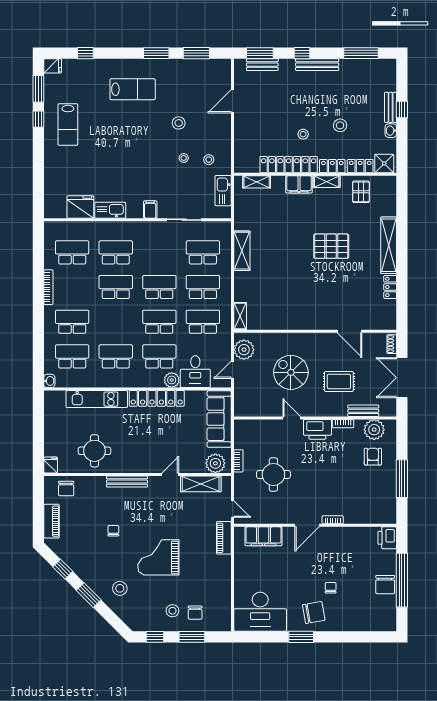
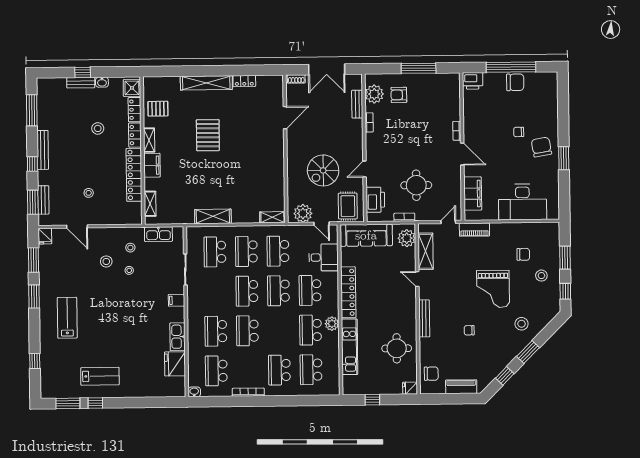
fridge: (53, 66) -> (45, 236), moved, turned 180
stool: (179, 123) -> (106, 261), moved
stool: (303, 134) -> (89, 193), moved
plant: (172, 380) -> (332, 324), moved
washbasin: (49, 381) -> (194, 392), moved
rug: (339, 381) -> (348, 206), moved
window: (38, 423) -> (372, 400), added
printer: (317, 429) -> (375, 200), moved
desk: (260, 612) -> (522, 202), moved, turned 90
chair: (195, 613) -> (523, 254), moved

